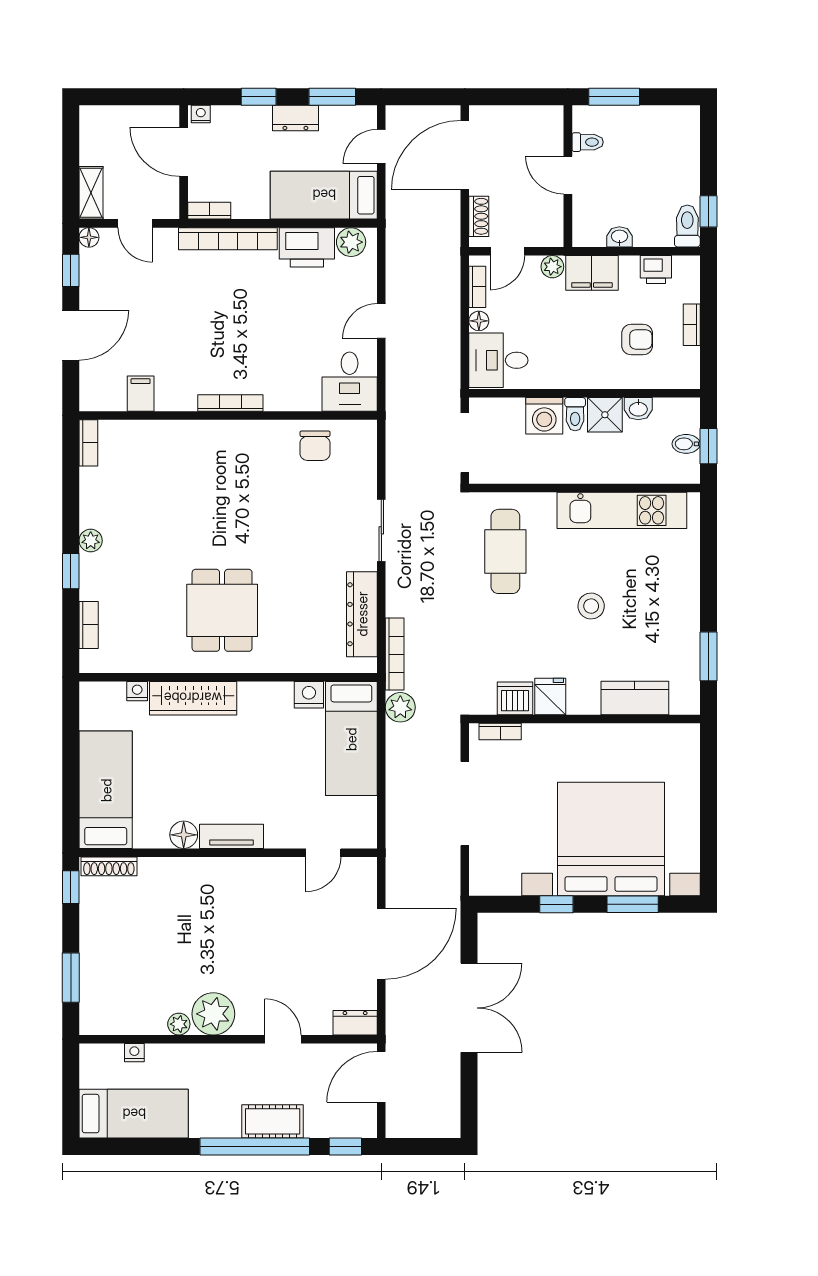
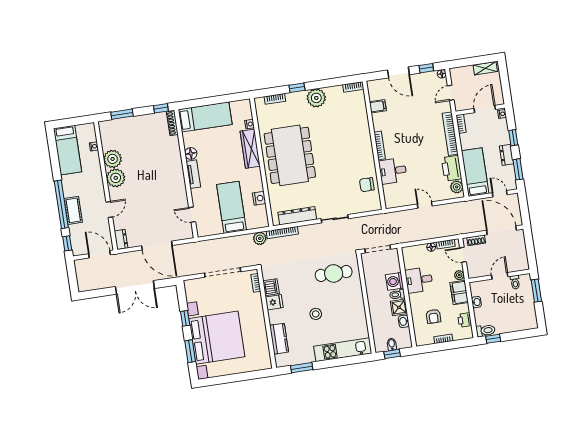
shelving: (91, 193) -> (485, 68), moved
desk: (498, 360) -> (419, 280), moved, turned -90
desk: (350, 382) -> (393, 171), moved
kitchen unit: (622, 510) -> (343, 350), moved, turned 90
plant: (91, 541) -> (316, 98), width x1.88, depth x1.88
dining table: (222, 610) -> (290, 155), width x1.88, depth x1.24
bed: (351, 739) -> (231, 207), moved, turned 90
plant: (179, 1024) -> (113, 159), width x1.88, depth x1.88

